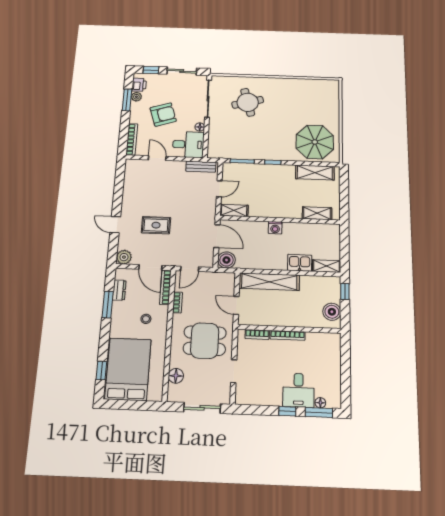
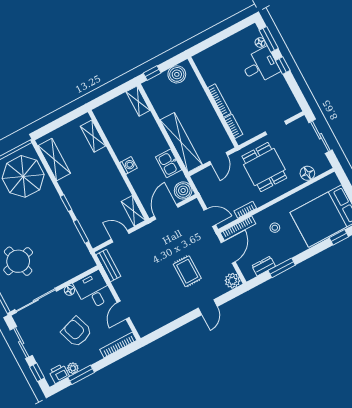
kitchen sink: (300, 263) -> (169, 163), moved

